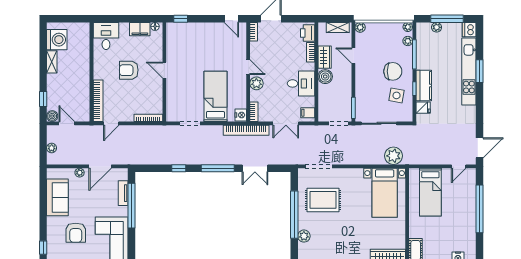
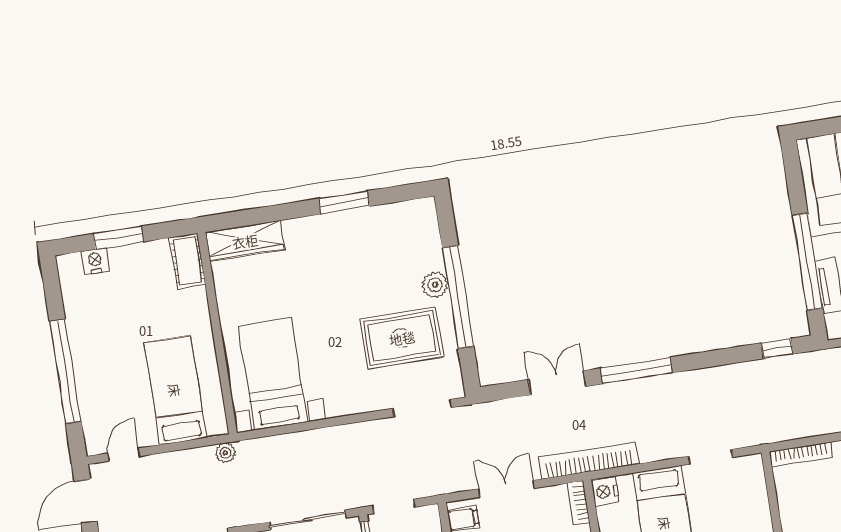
plant: (393, 156) -> (225, 453), moved, width x0.53, depth x0.53
window: (179, 168) -> (777, 348), moved
plant: (304, 236) -> (435, 285), moved

